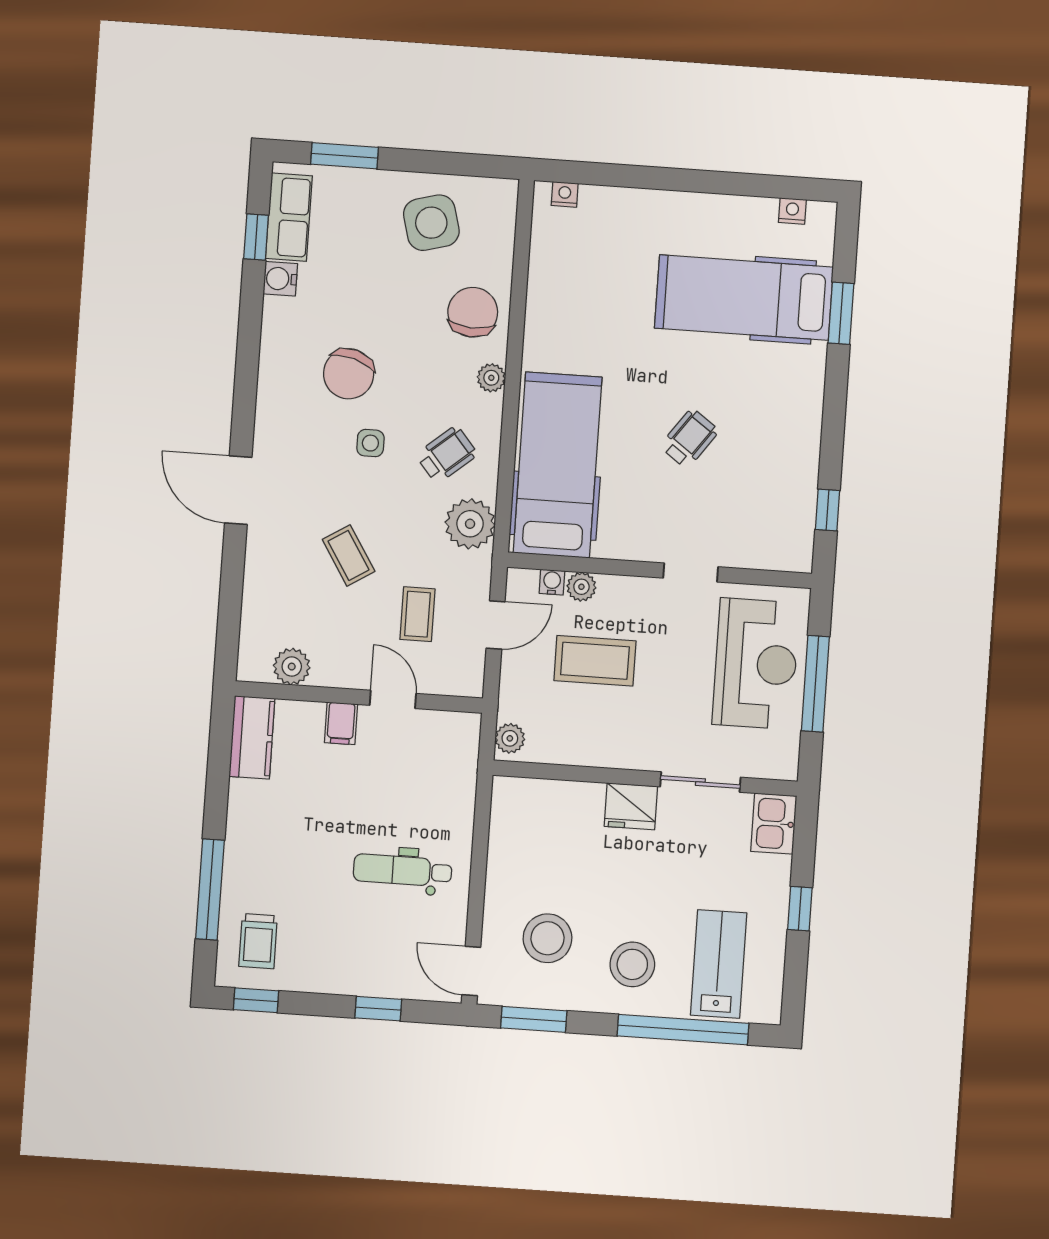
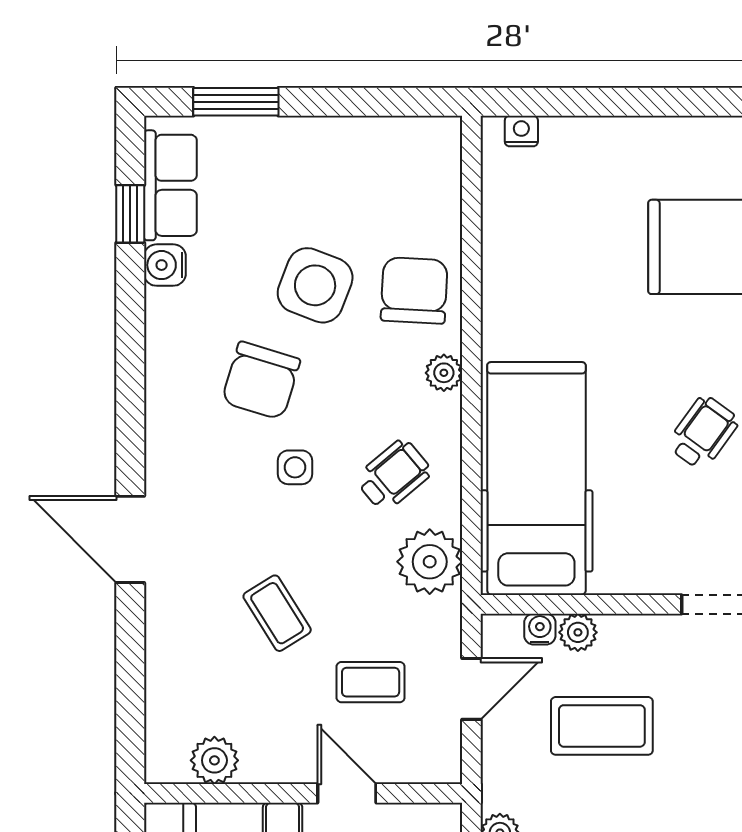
side table: (431, 223) -> (315, 285), moved, turned 36
coffee table: (417, 614) -> (371, 682), turned 90

